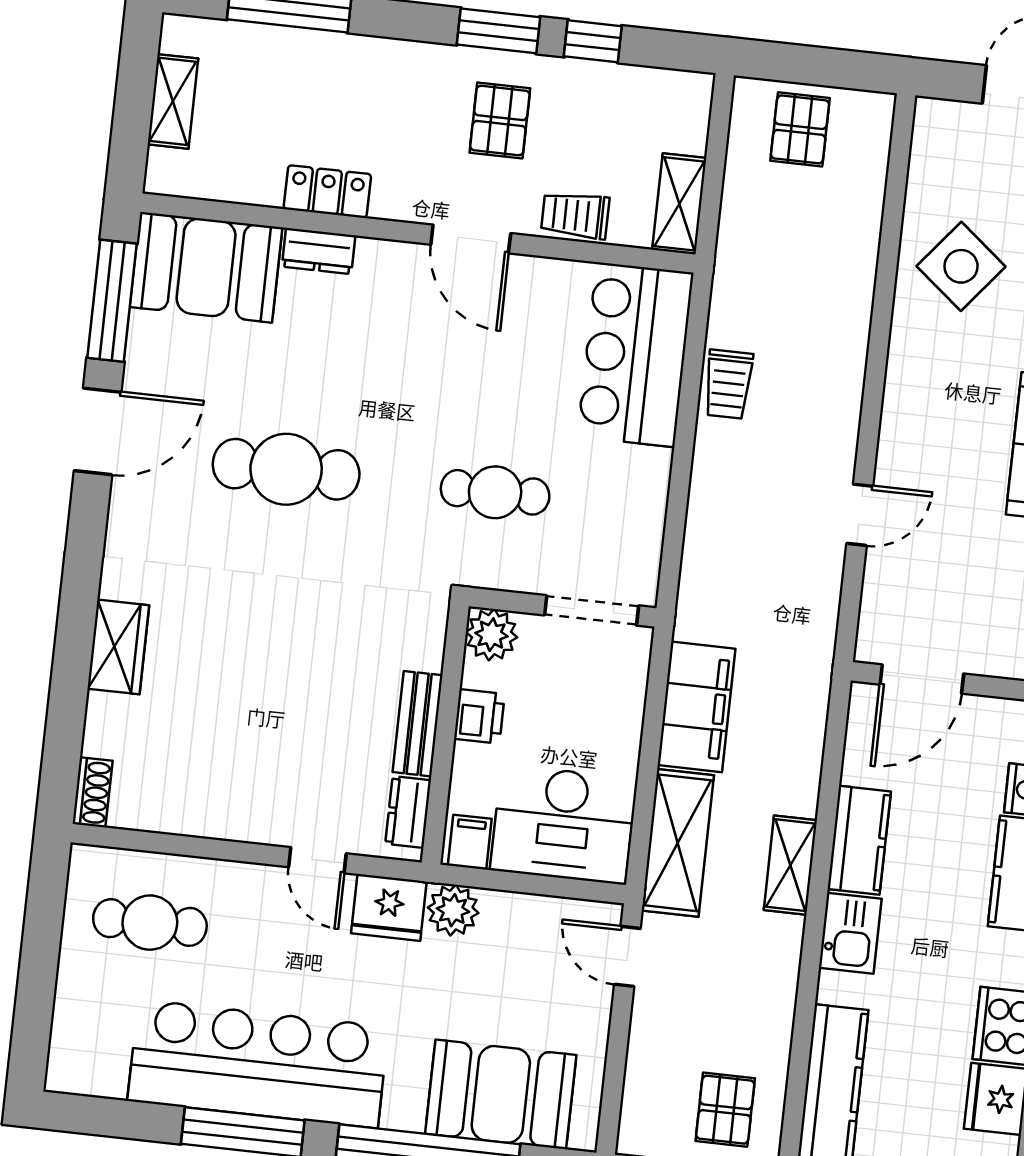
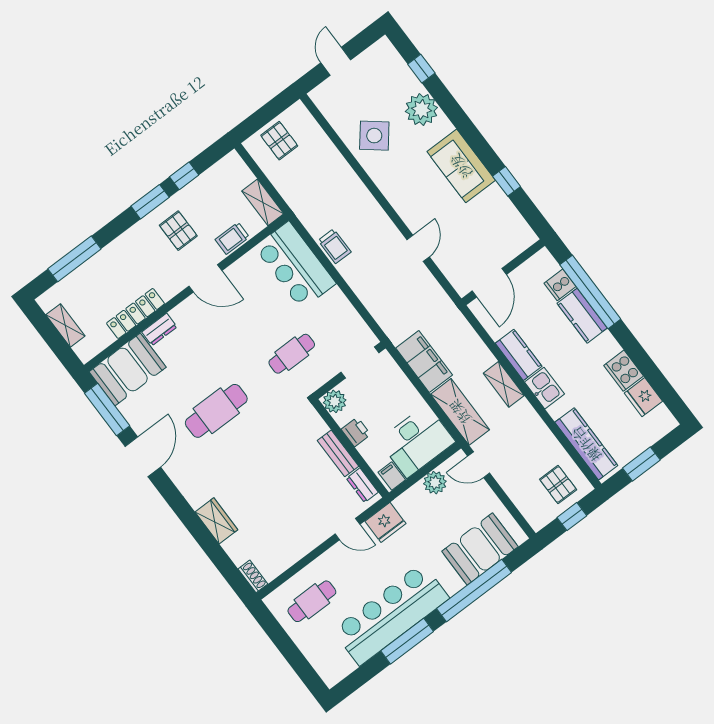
locker: (327, 192) -> (136, 313), width x1.53
plant: (453, 910) -> (435, 483), moved

